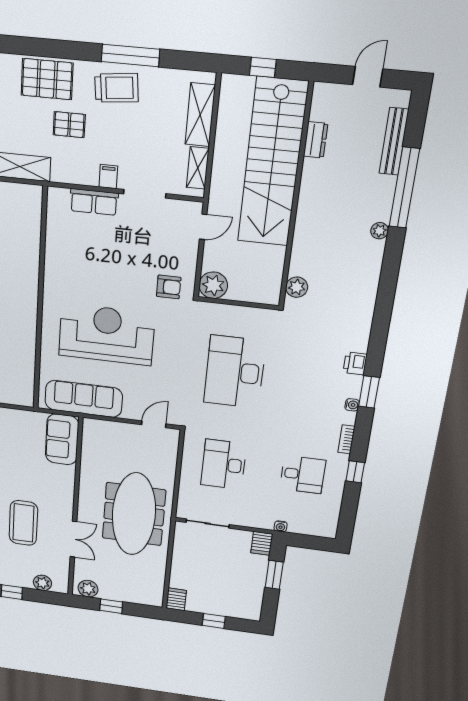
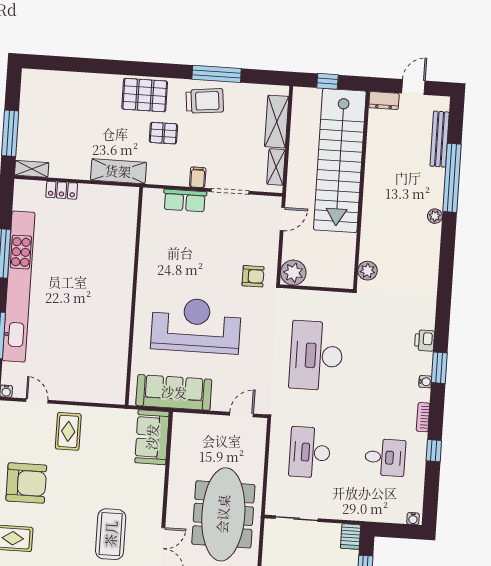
dresser: (316, 140) -> (384, 101), moved, turned 90
water cooler: (281, 526) -> (413, 519), moved

